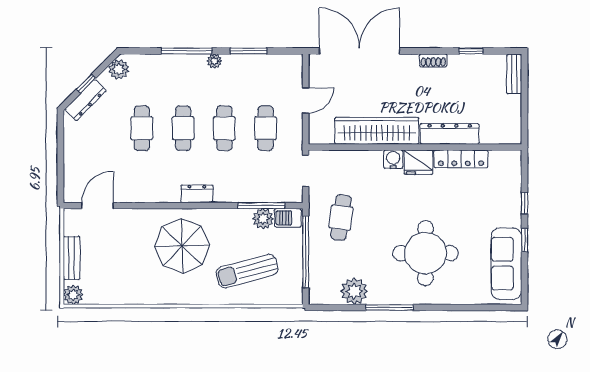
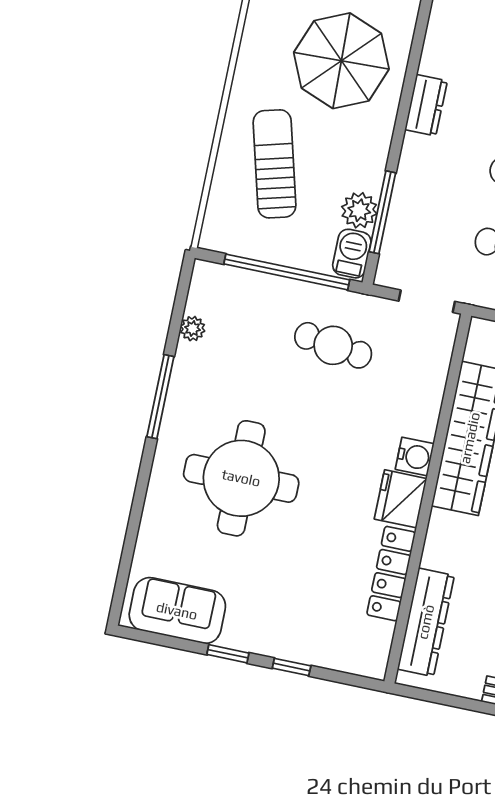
dresser: (450, 134) -> (426, 622), moved
sofa: (506, 264) -> (177, 611), width x0.73
plant: (354, 291) -> (193, 329), width x0.53, depth x0.53

